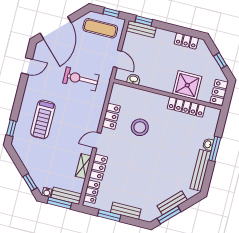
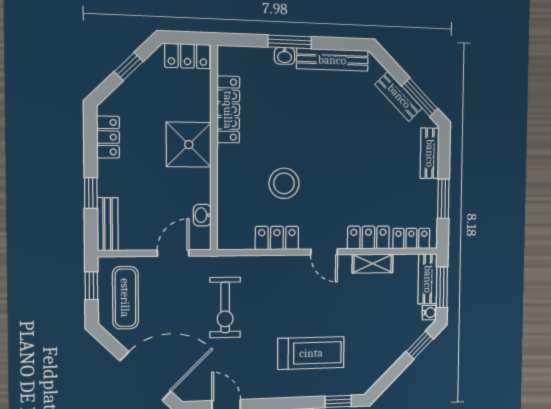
window: (144, 21) -> (91, 193), moved
shower: (187, 85) -> (189, 145), moved
bench: (126, 211) -> (430, 153), moved

